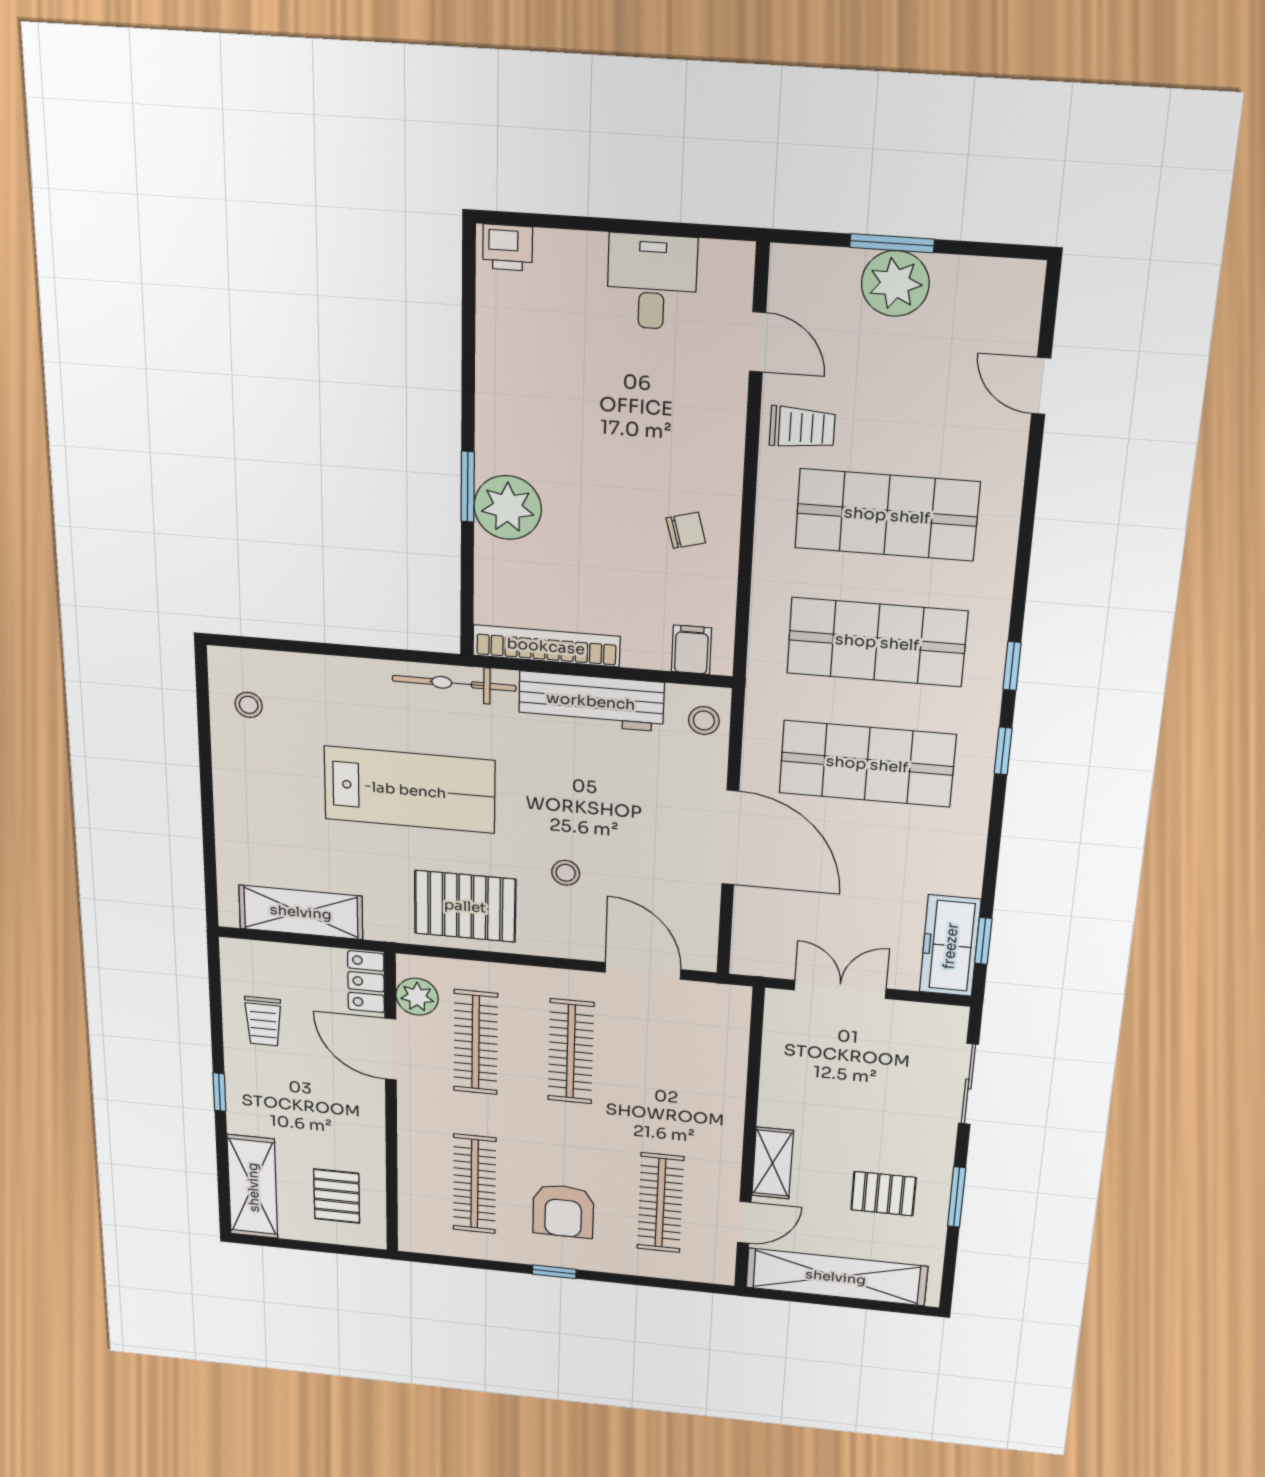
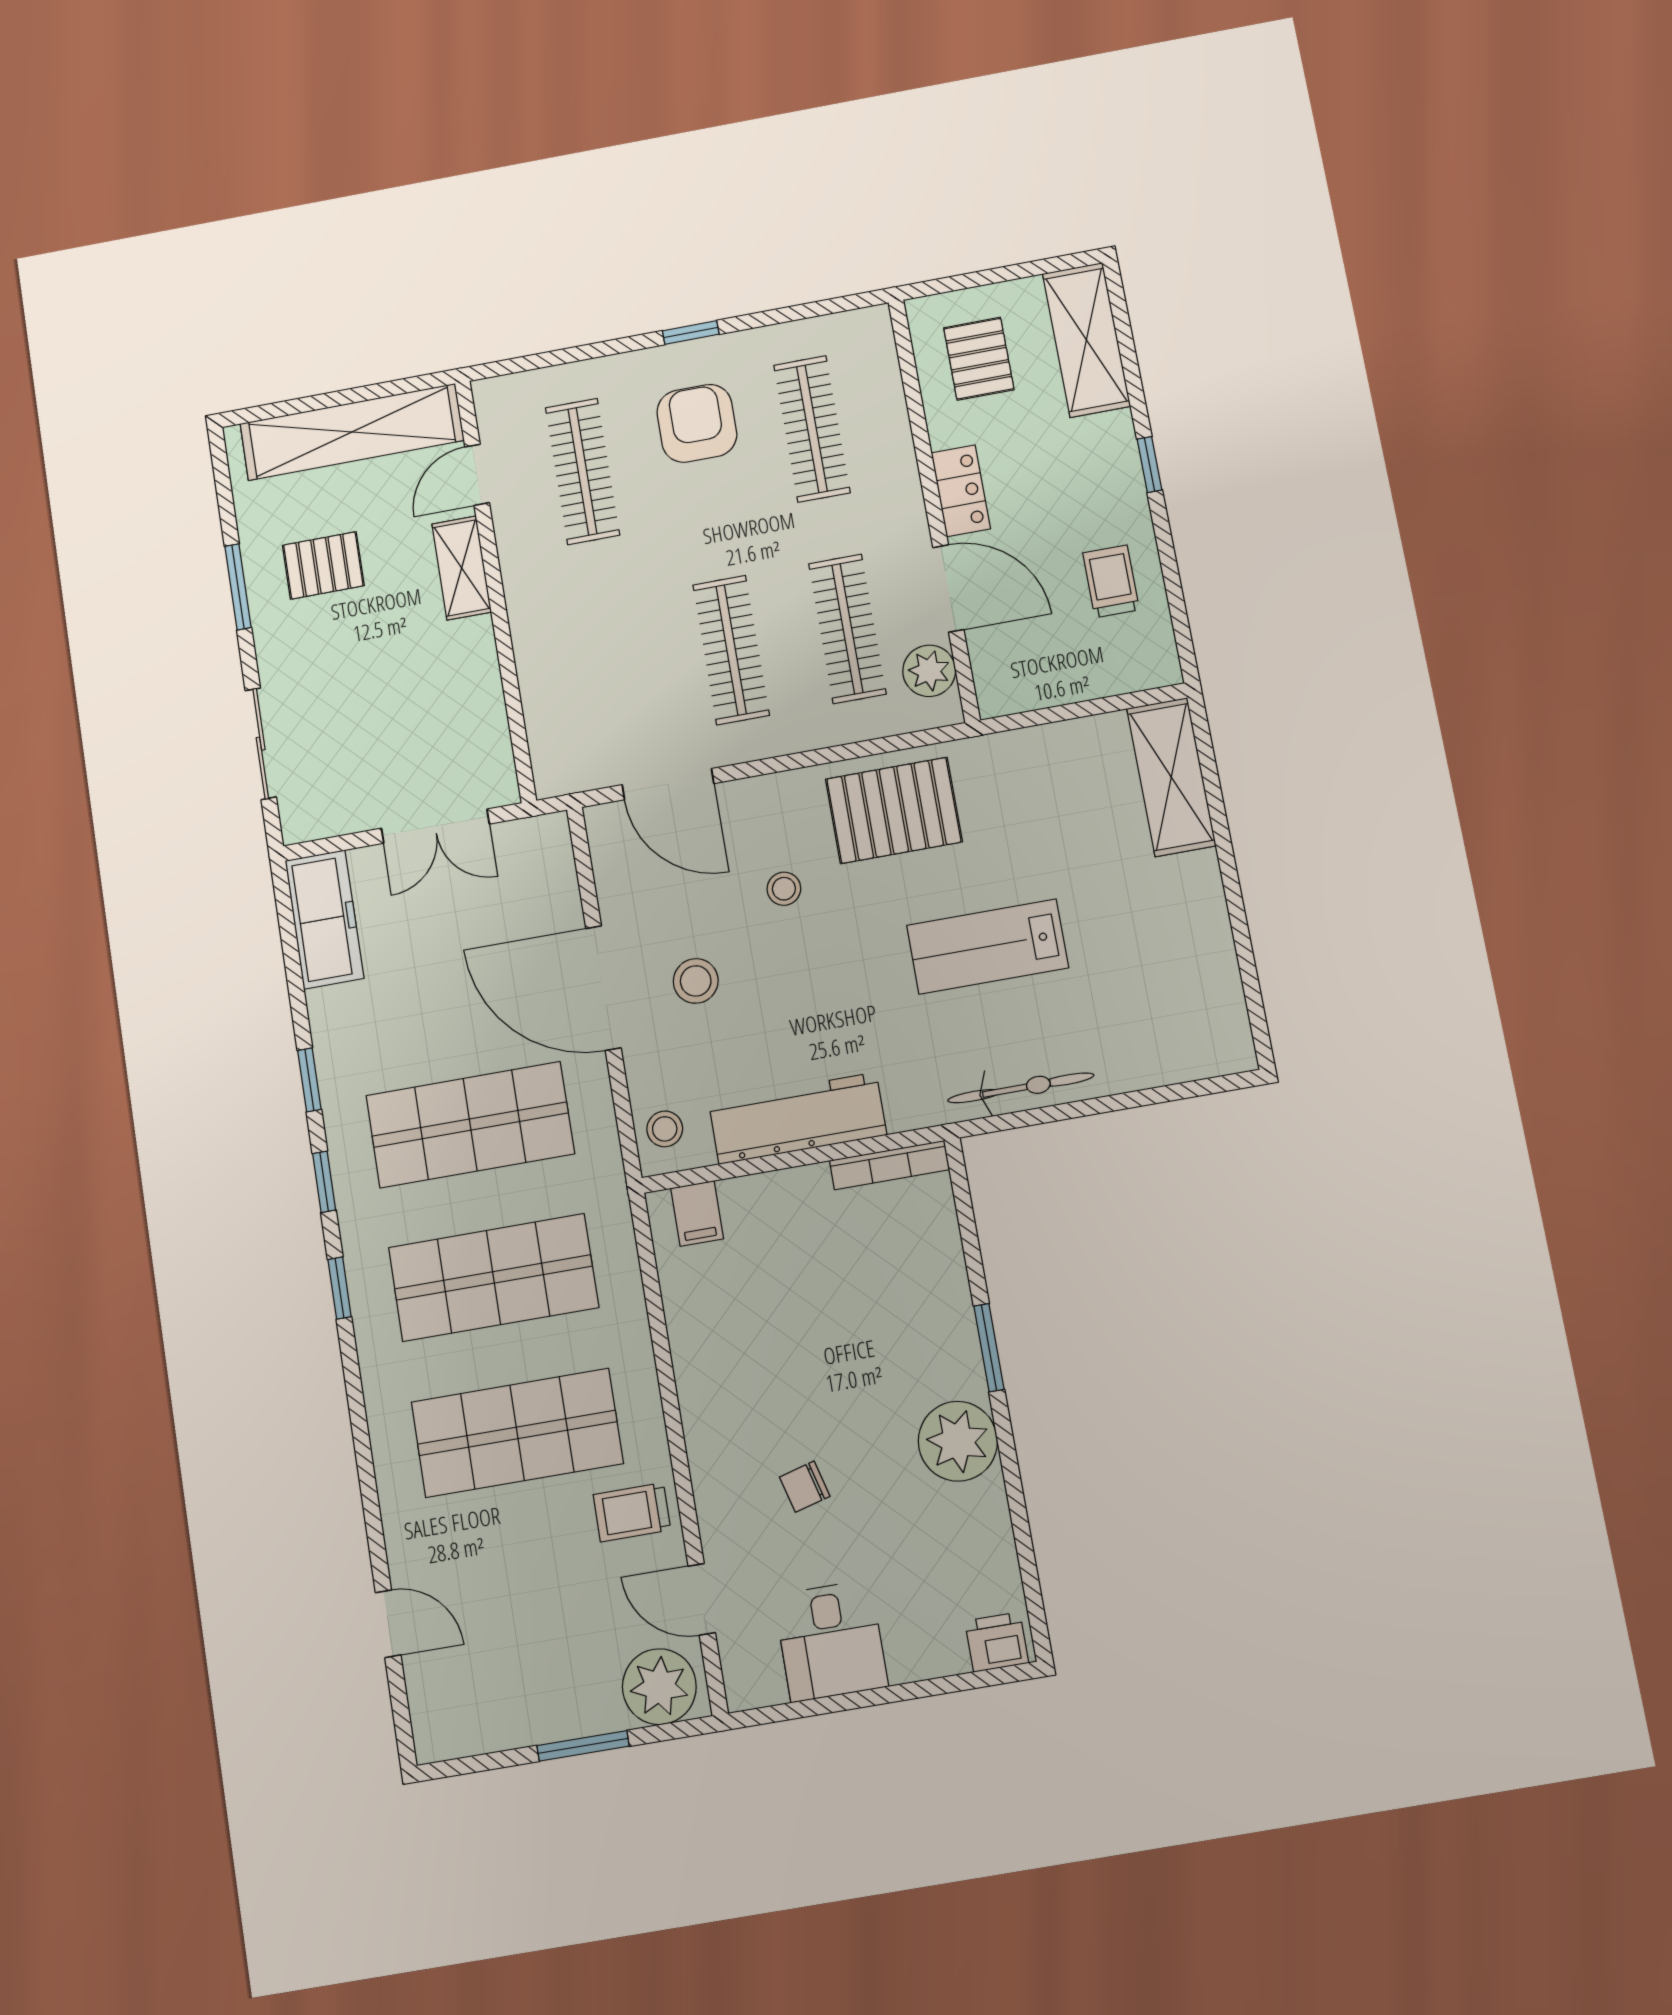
plant: (895, 283) -> (659, 1687), moved
plant: (508, 508) -> (958, 1441), moved
chair: (686, 530) -> (805, 1487), moved
bookcase: (546, 646) -> (889, 1165), width x0.68, depth x0.76
bicycle: (454, 683) -> (1021, 1088), moved
stool: (249, 705) -> (696, 981), moved, width x1.37, depth x1.37
lab bench: (409, 790) -> (988, 947), width x0.73, depth x0.72
shelving: (301, 912) -> (1171, 777), moved, turned 90
window: (983, 941) -> (309, 1080), moved
locker: (366, 982) -> (961, 491), moved

